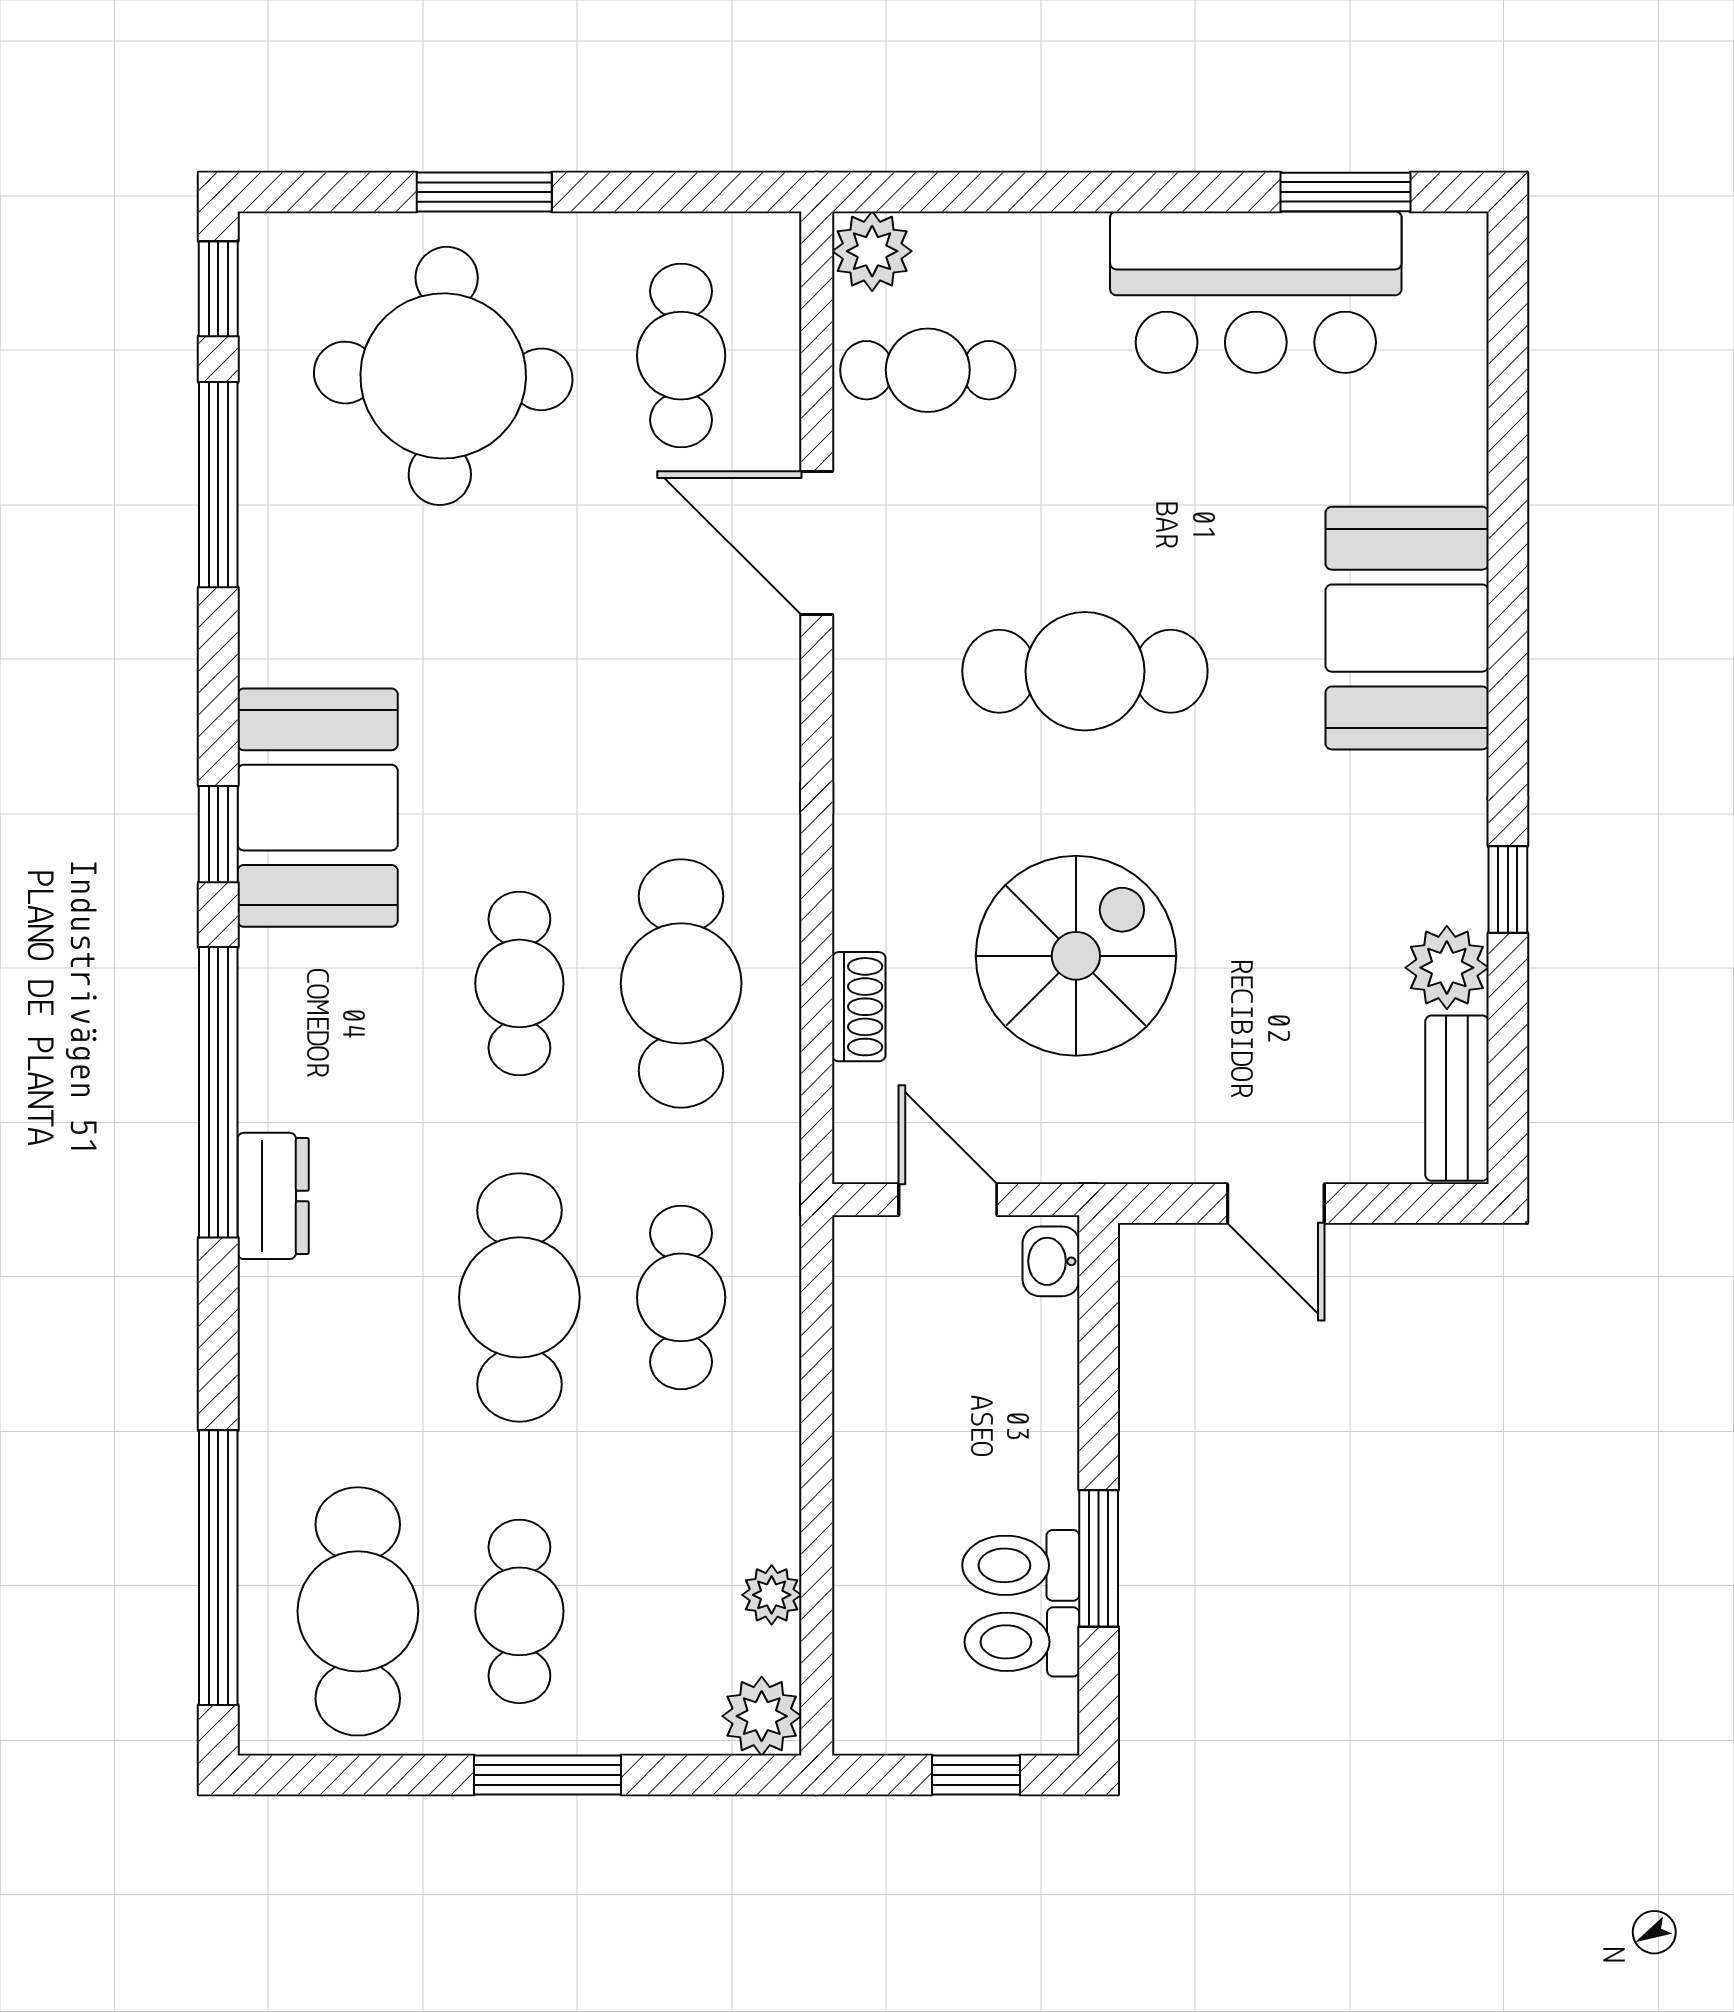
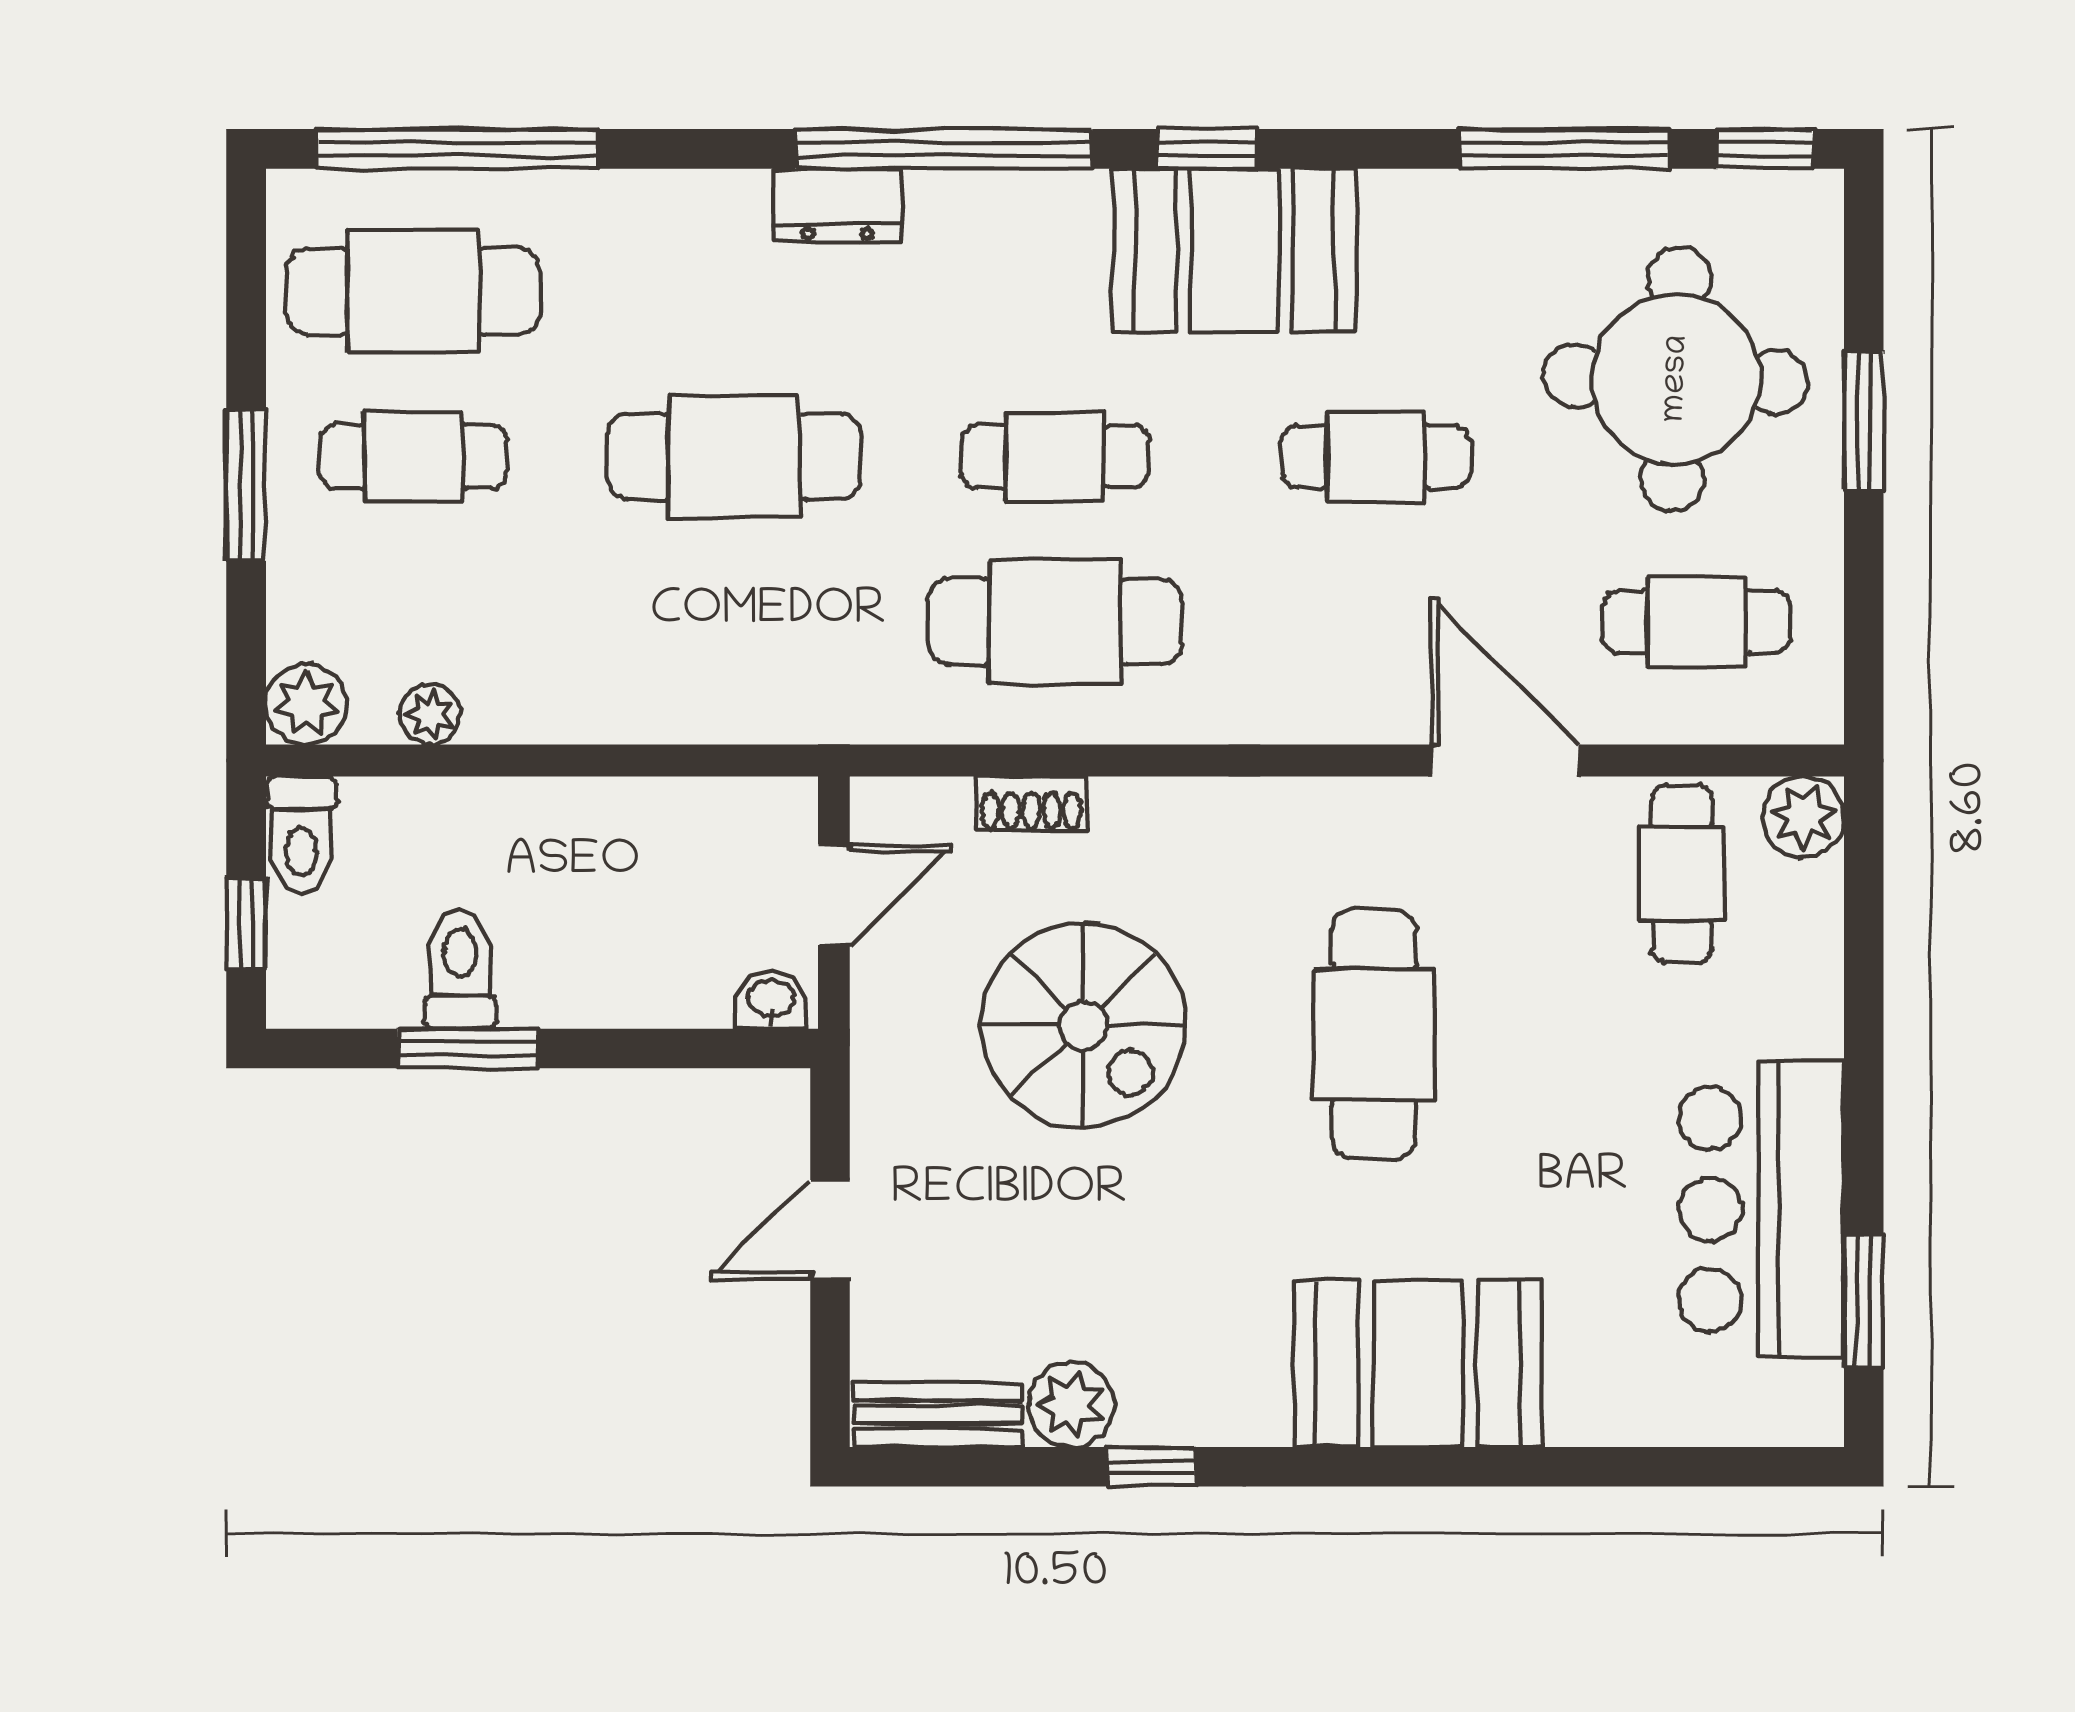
door: (817, 543) -> (1505, 760), hinge flipped
cafe table: (681, 1297) -> (1376, 457), moved
toilet: (1022, 1642) -> (301, 835), moved, turned 180

